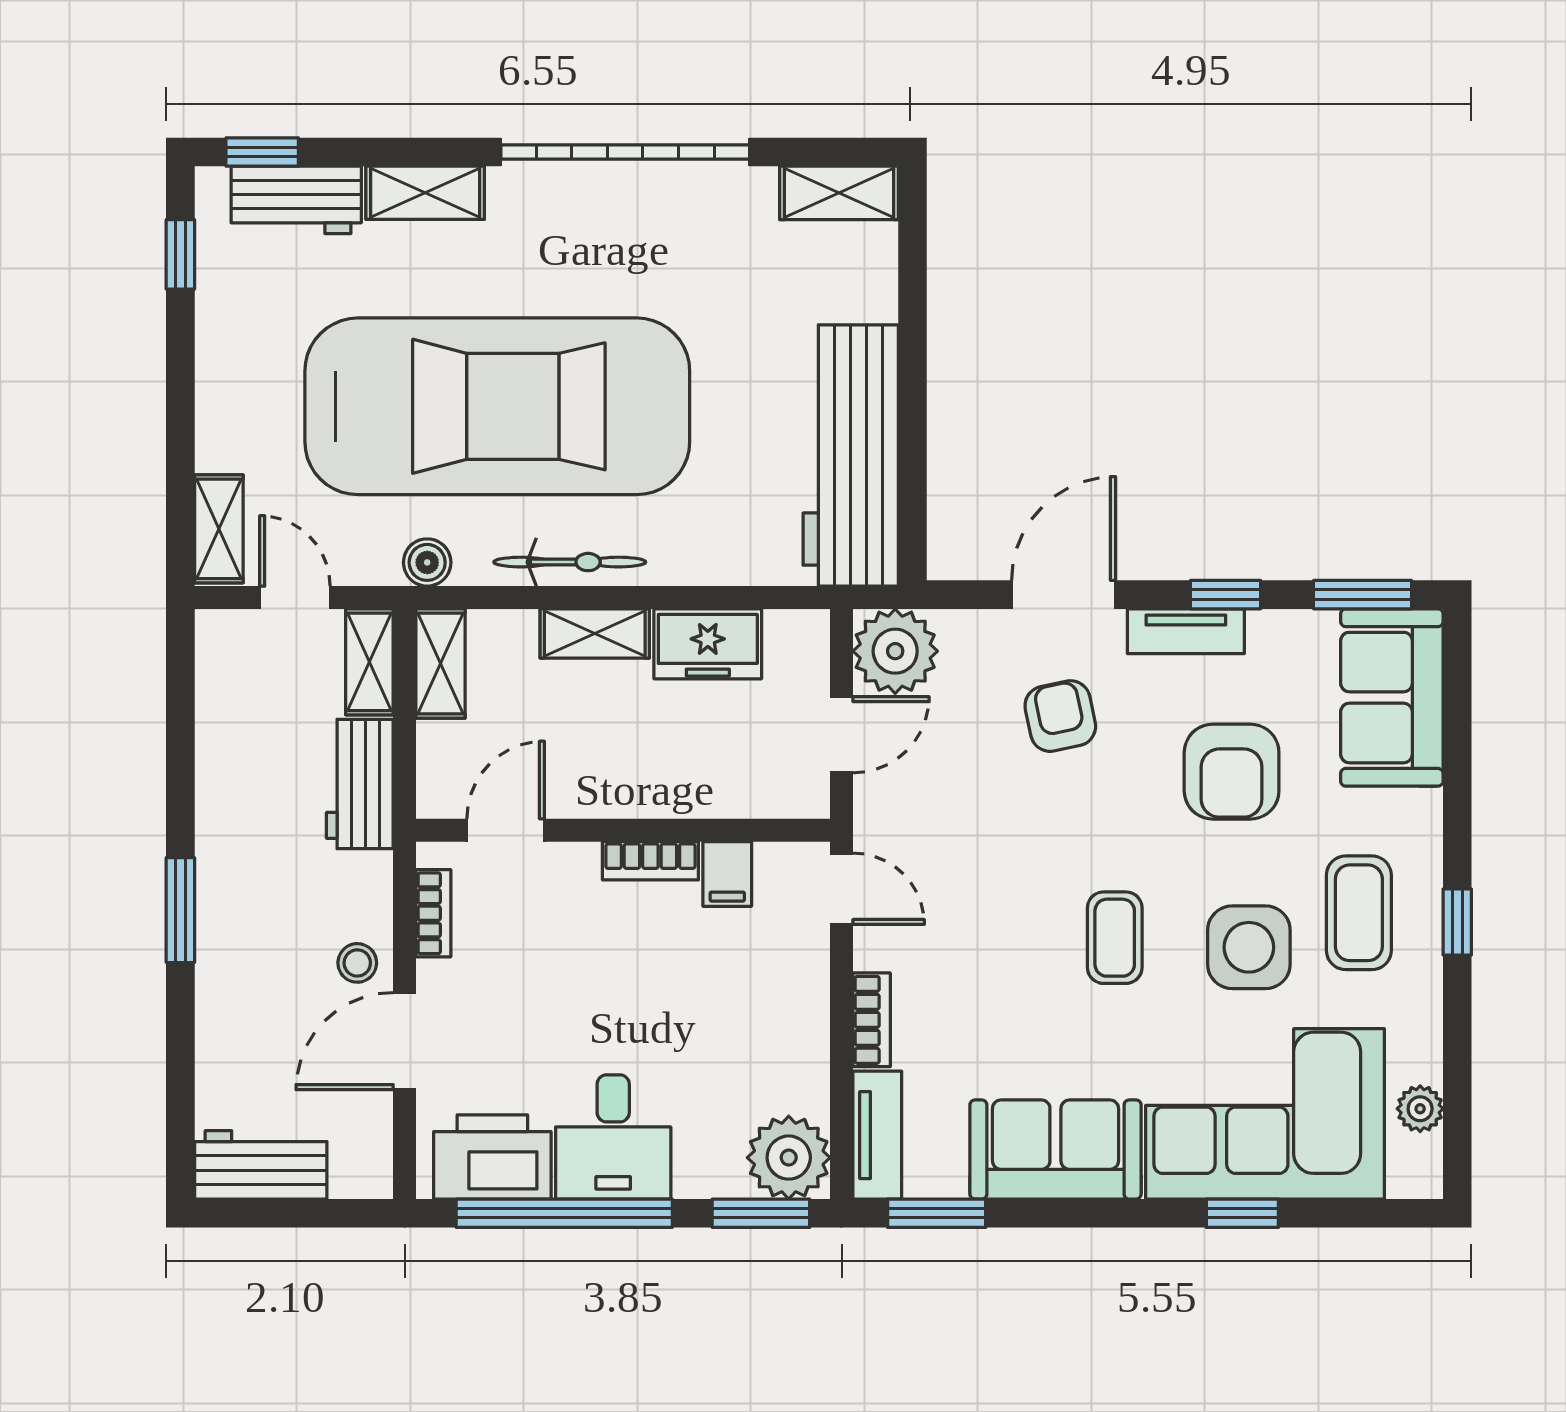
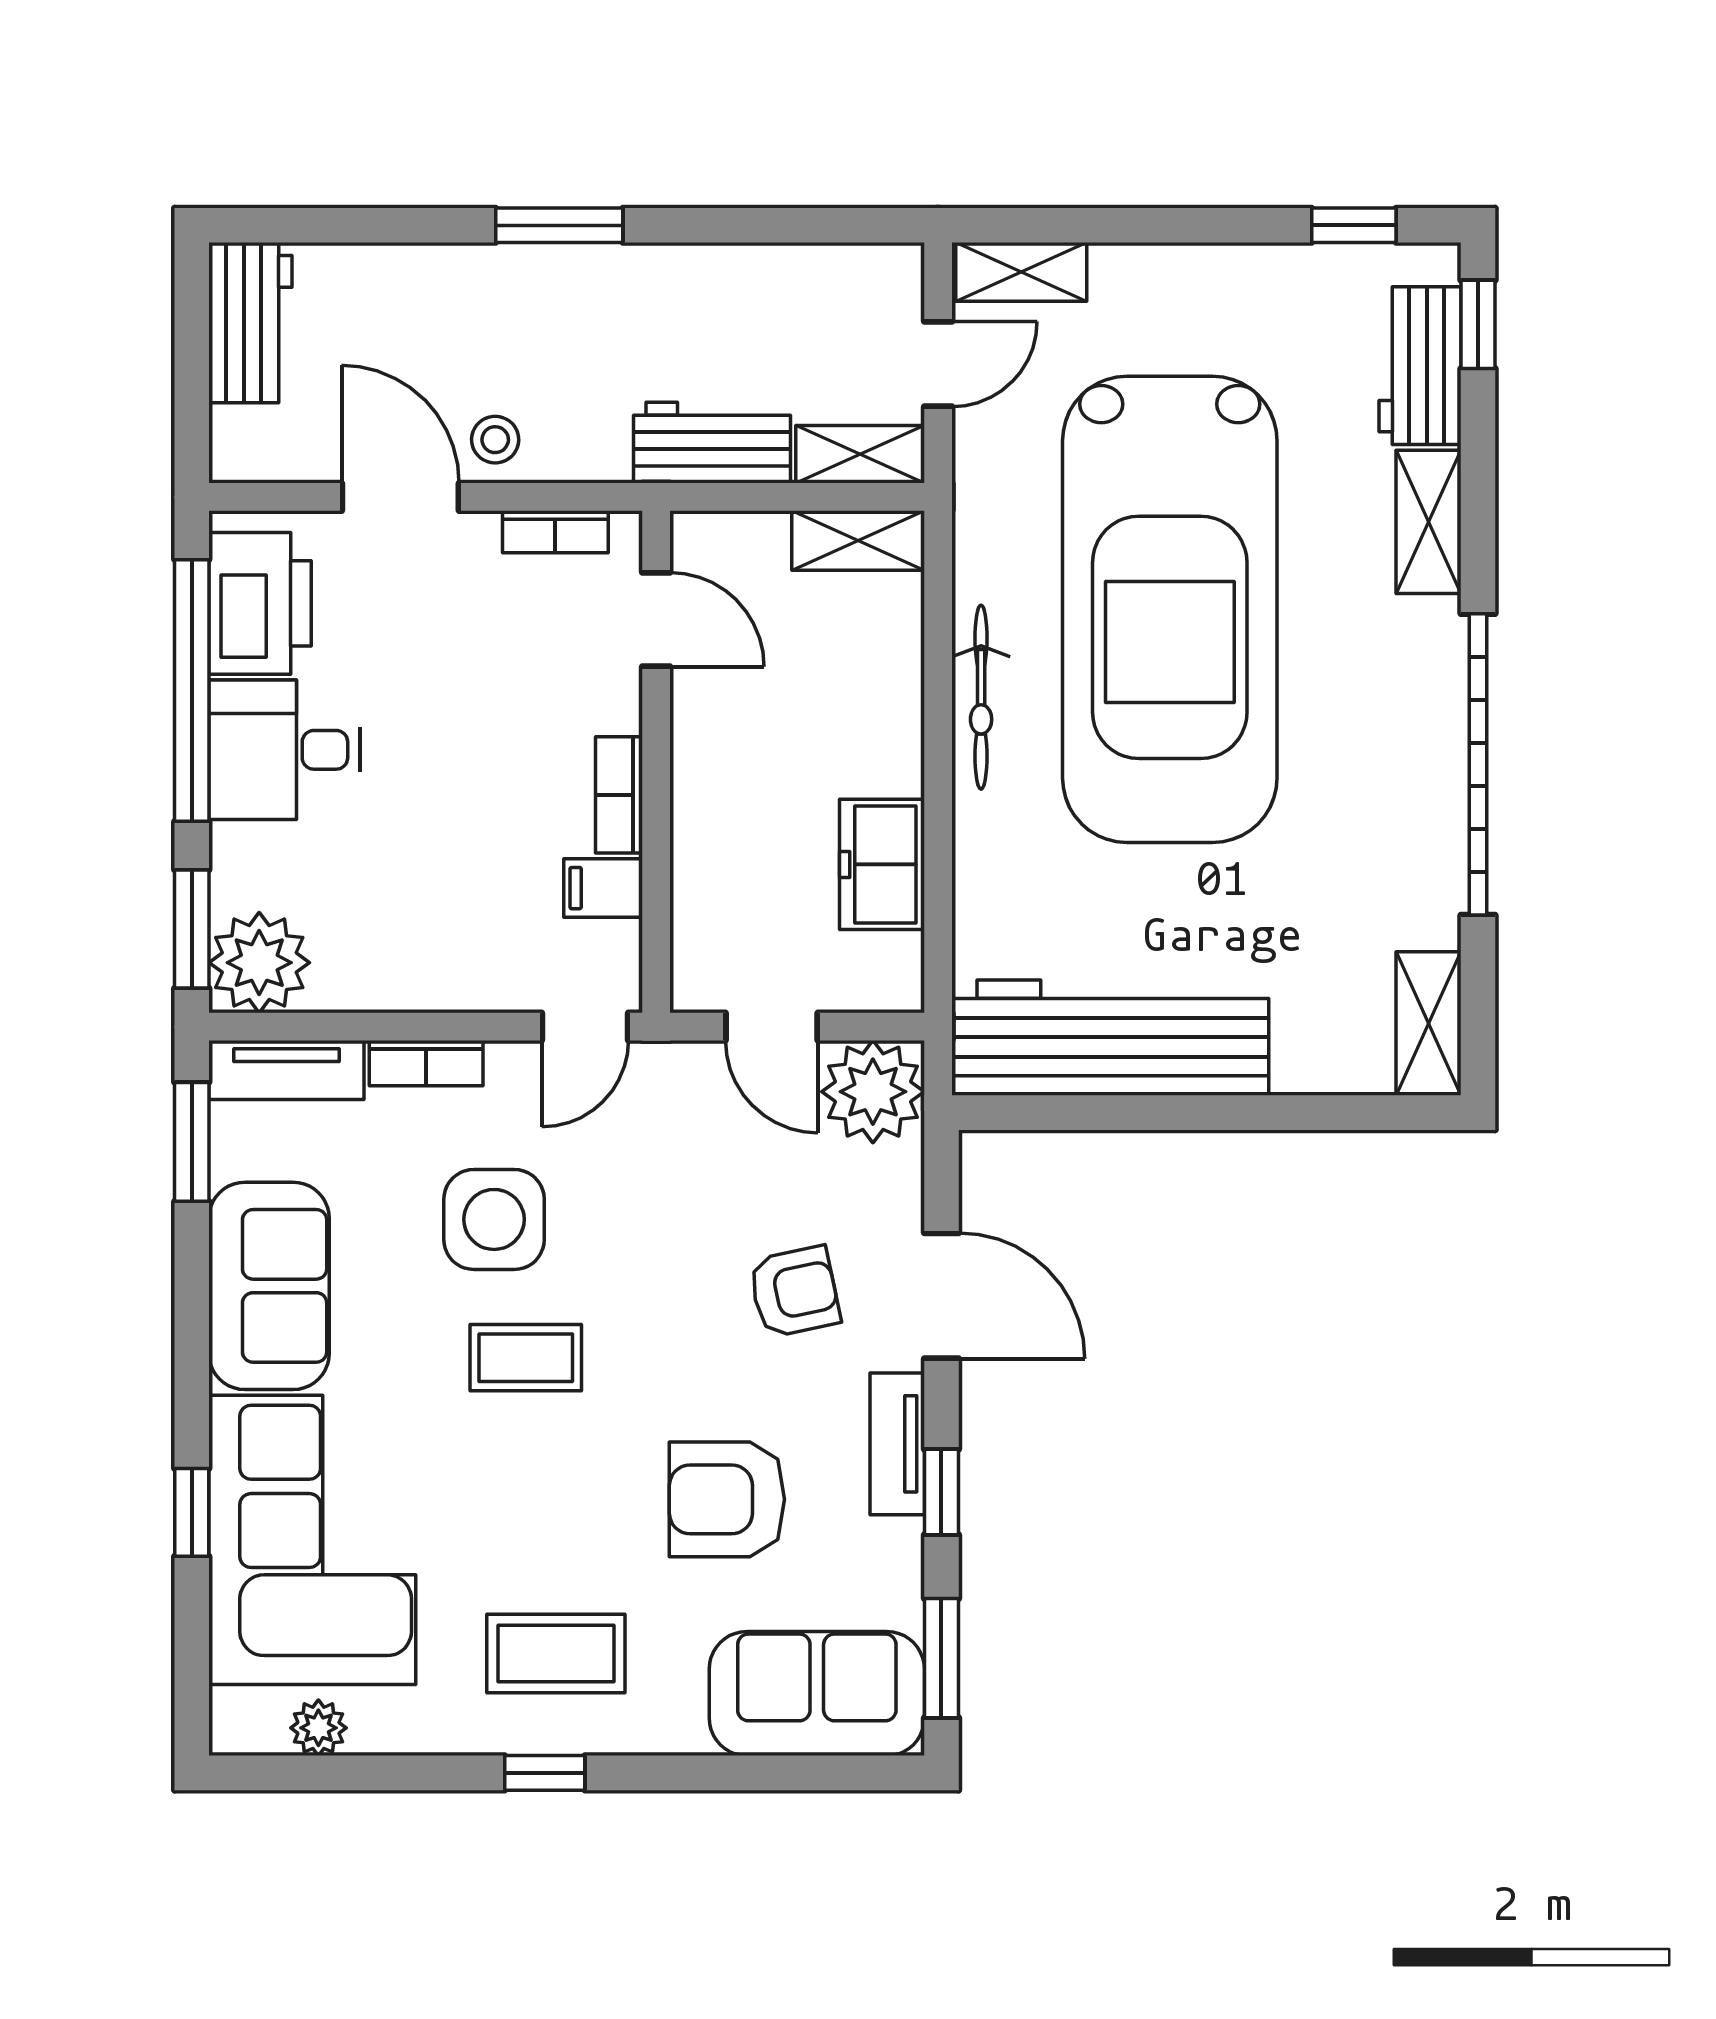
boiler: (427, 562) -> (981, 524), removed
shelving: (595, 633) -> (894, 727), removed
side table: (1249, 947) -> (494, 1219), moved

